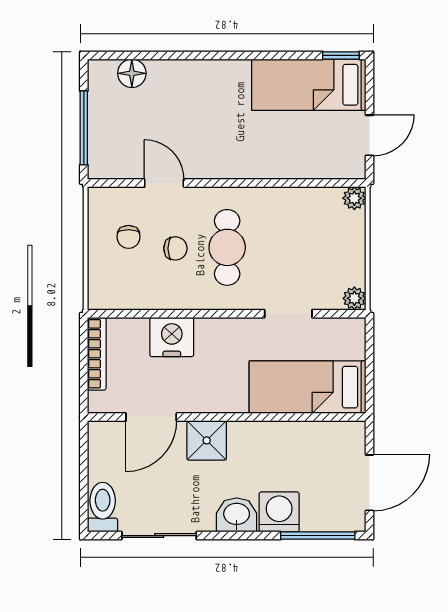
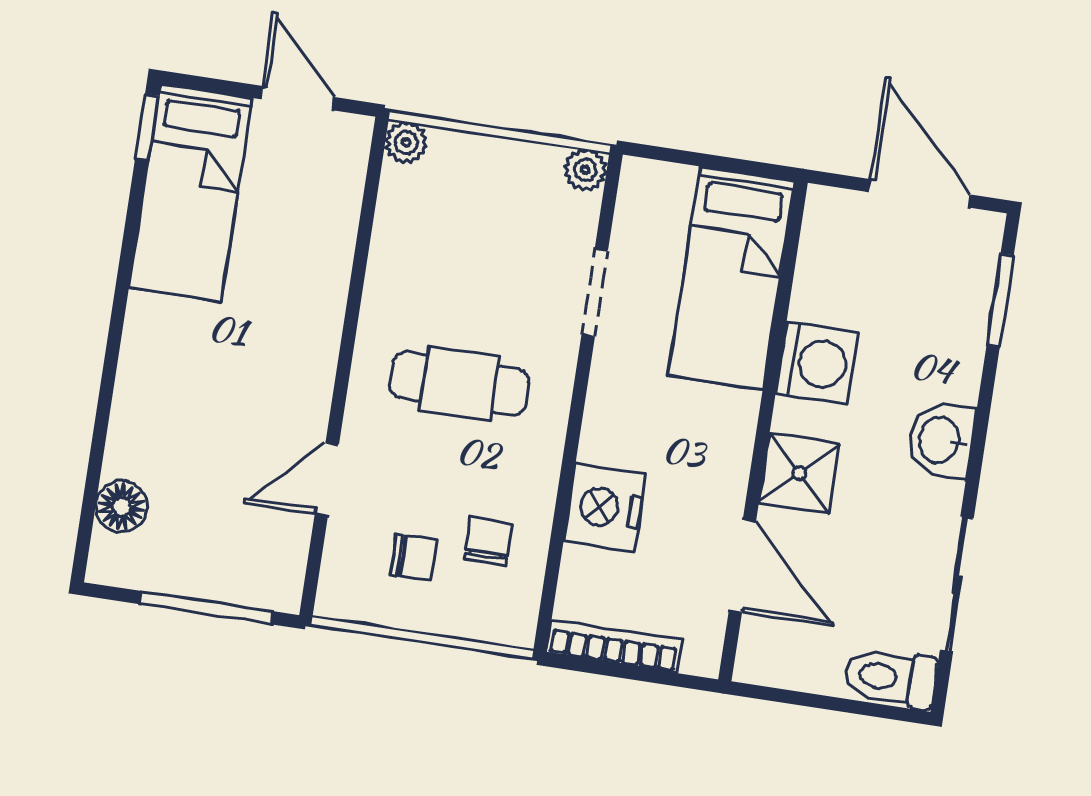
chair: (175, 248) -> (488, 542), moved
washing machine: (279, 512) -> (817, 363), moved, turned 180
window: (318, 536) -> (1000, 300), width x0.69

